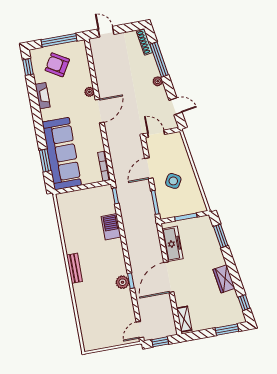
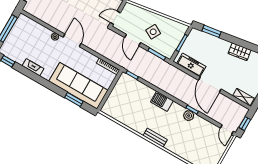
armchair: (57, 65) -> (22, 42), removed
barbecue: (111, 227) -> (162, 101), moved

